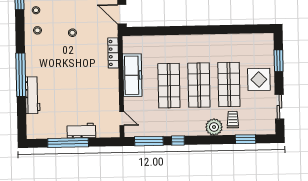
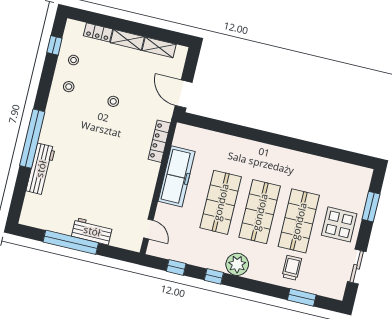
plant: (214, 127) -> (237, 264), moved
window: (149, 141) -> (176, 267), width x0.46

